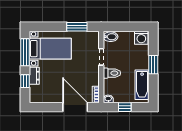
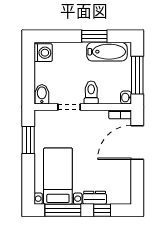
window: (153, 65) -> (94, 36), moved
window: (125, 107) -> (137, 75), width x2.17

